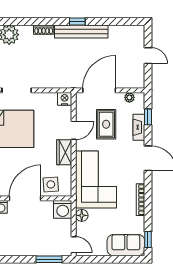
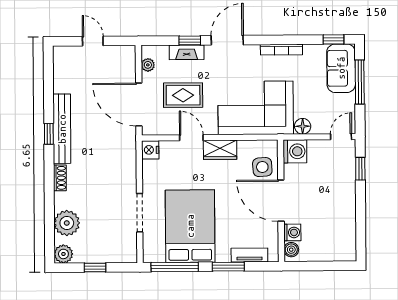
door: (148, 56) -> (93, 41), hinge flipped
window: (148, 117) -> (190, 40), moved
window: (49, 259) -> (360, 169), width x0.67
window: (115, 259) -> (360, 82), added

